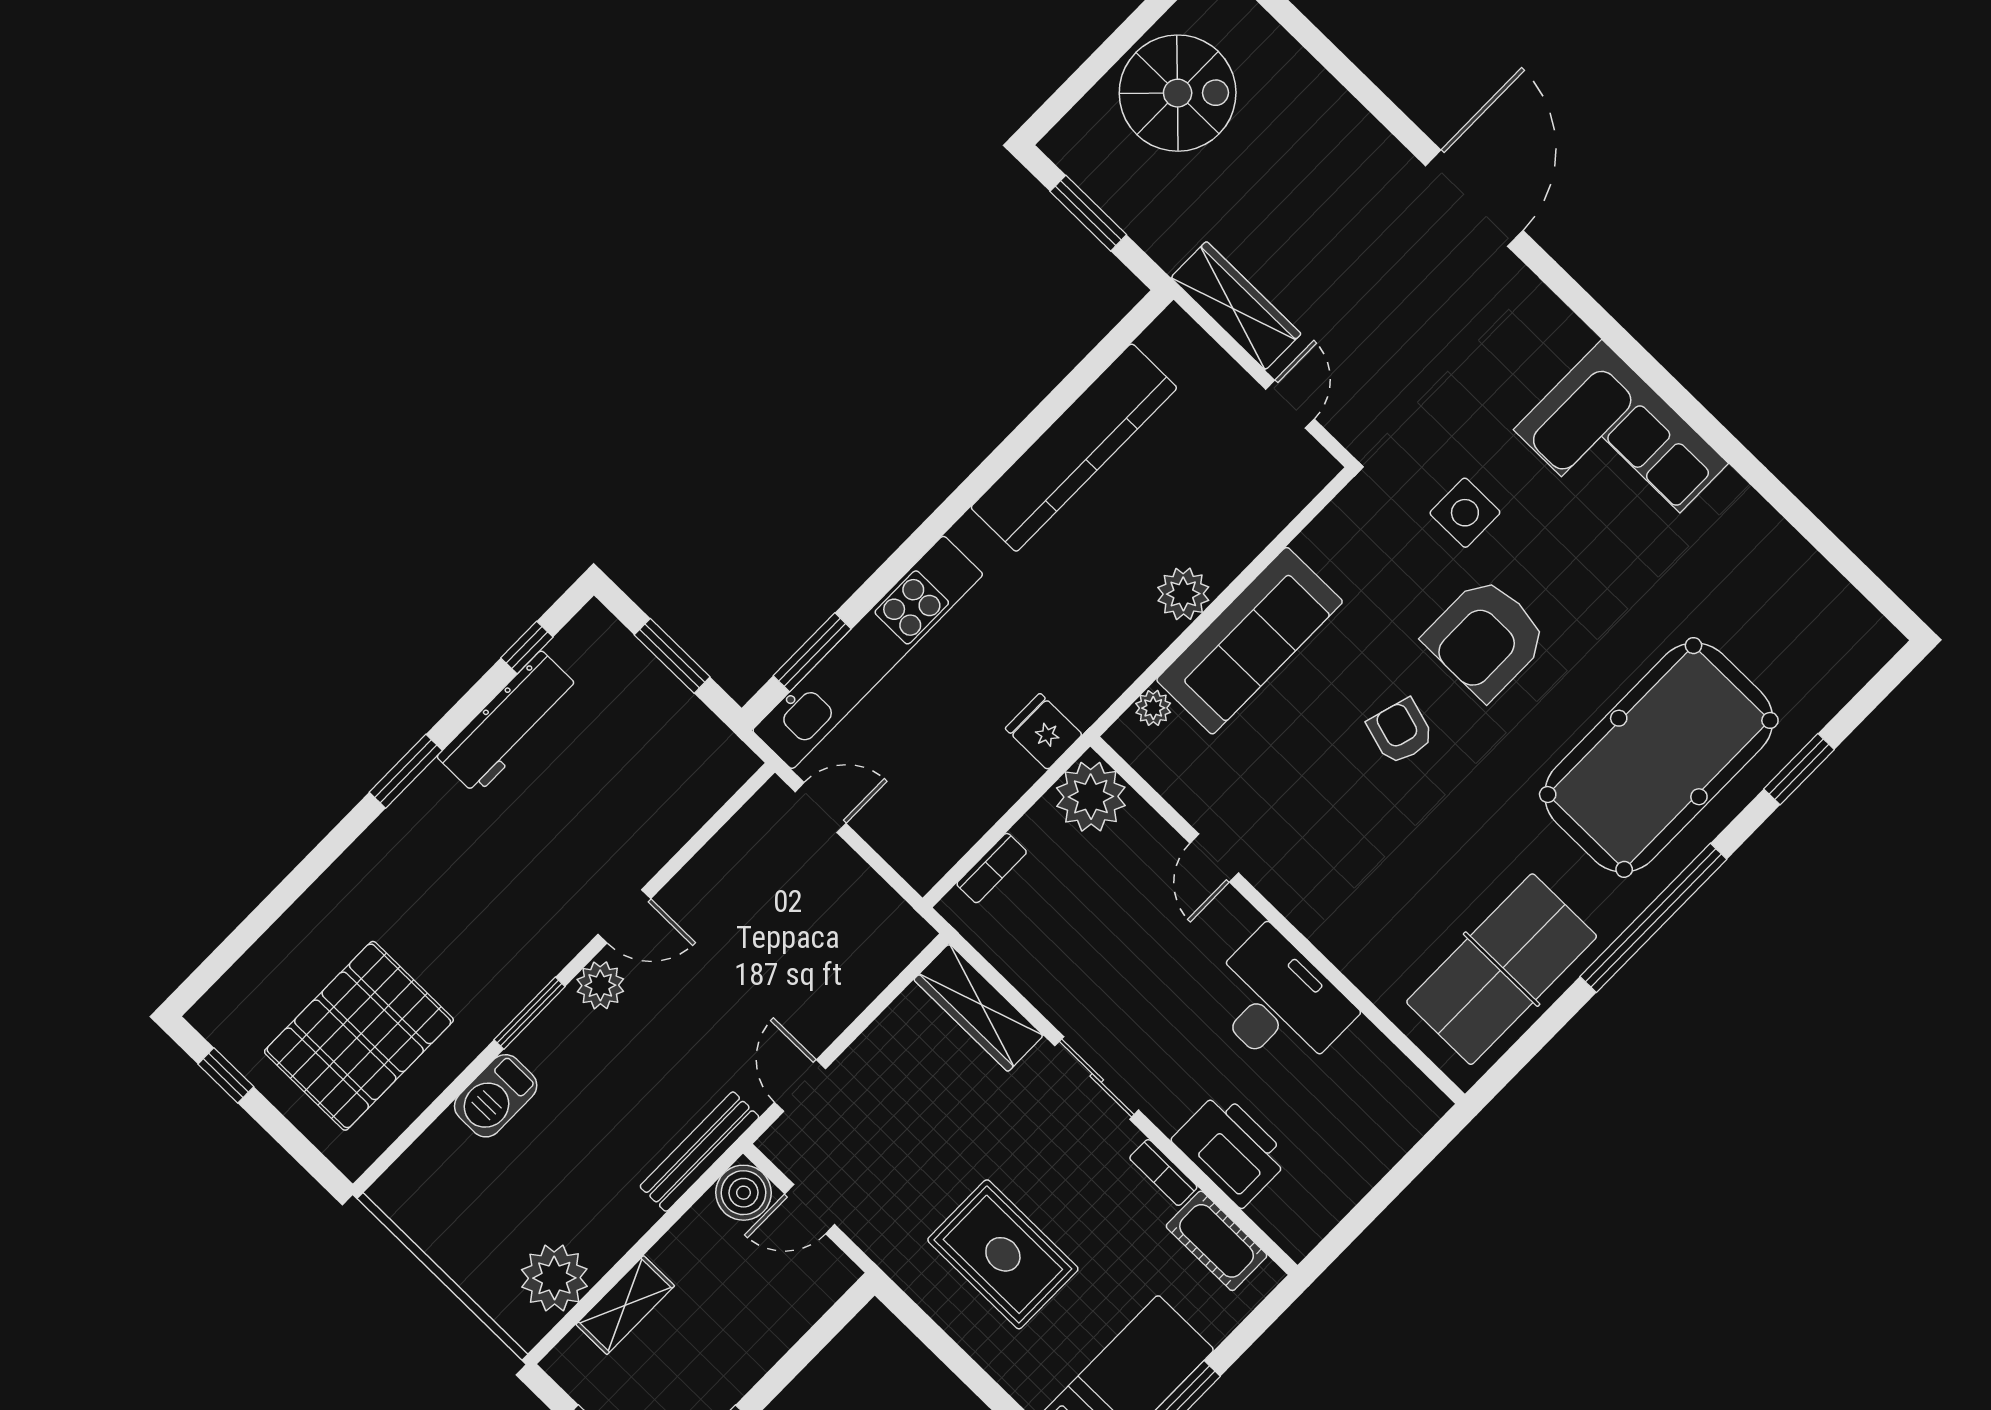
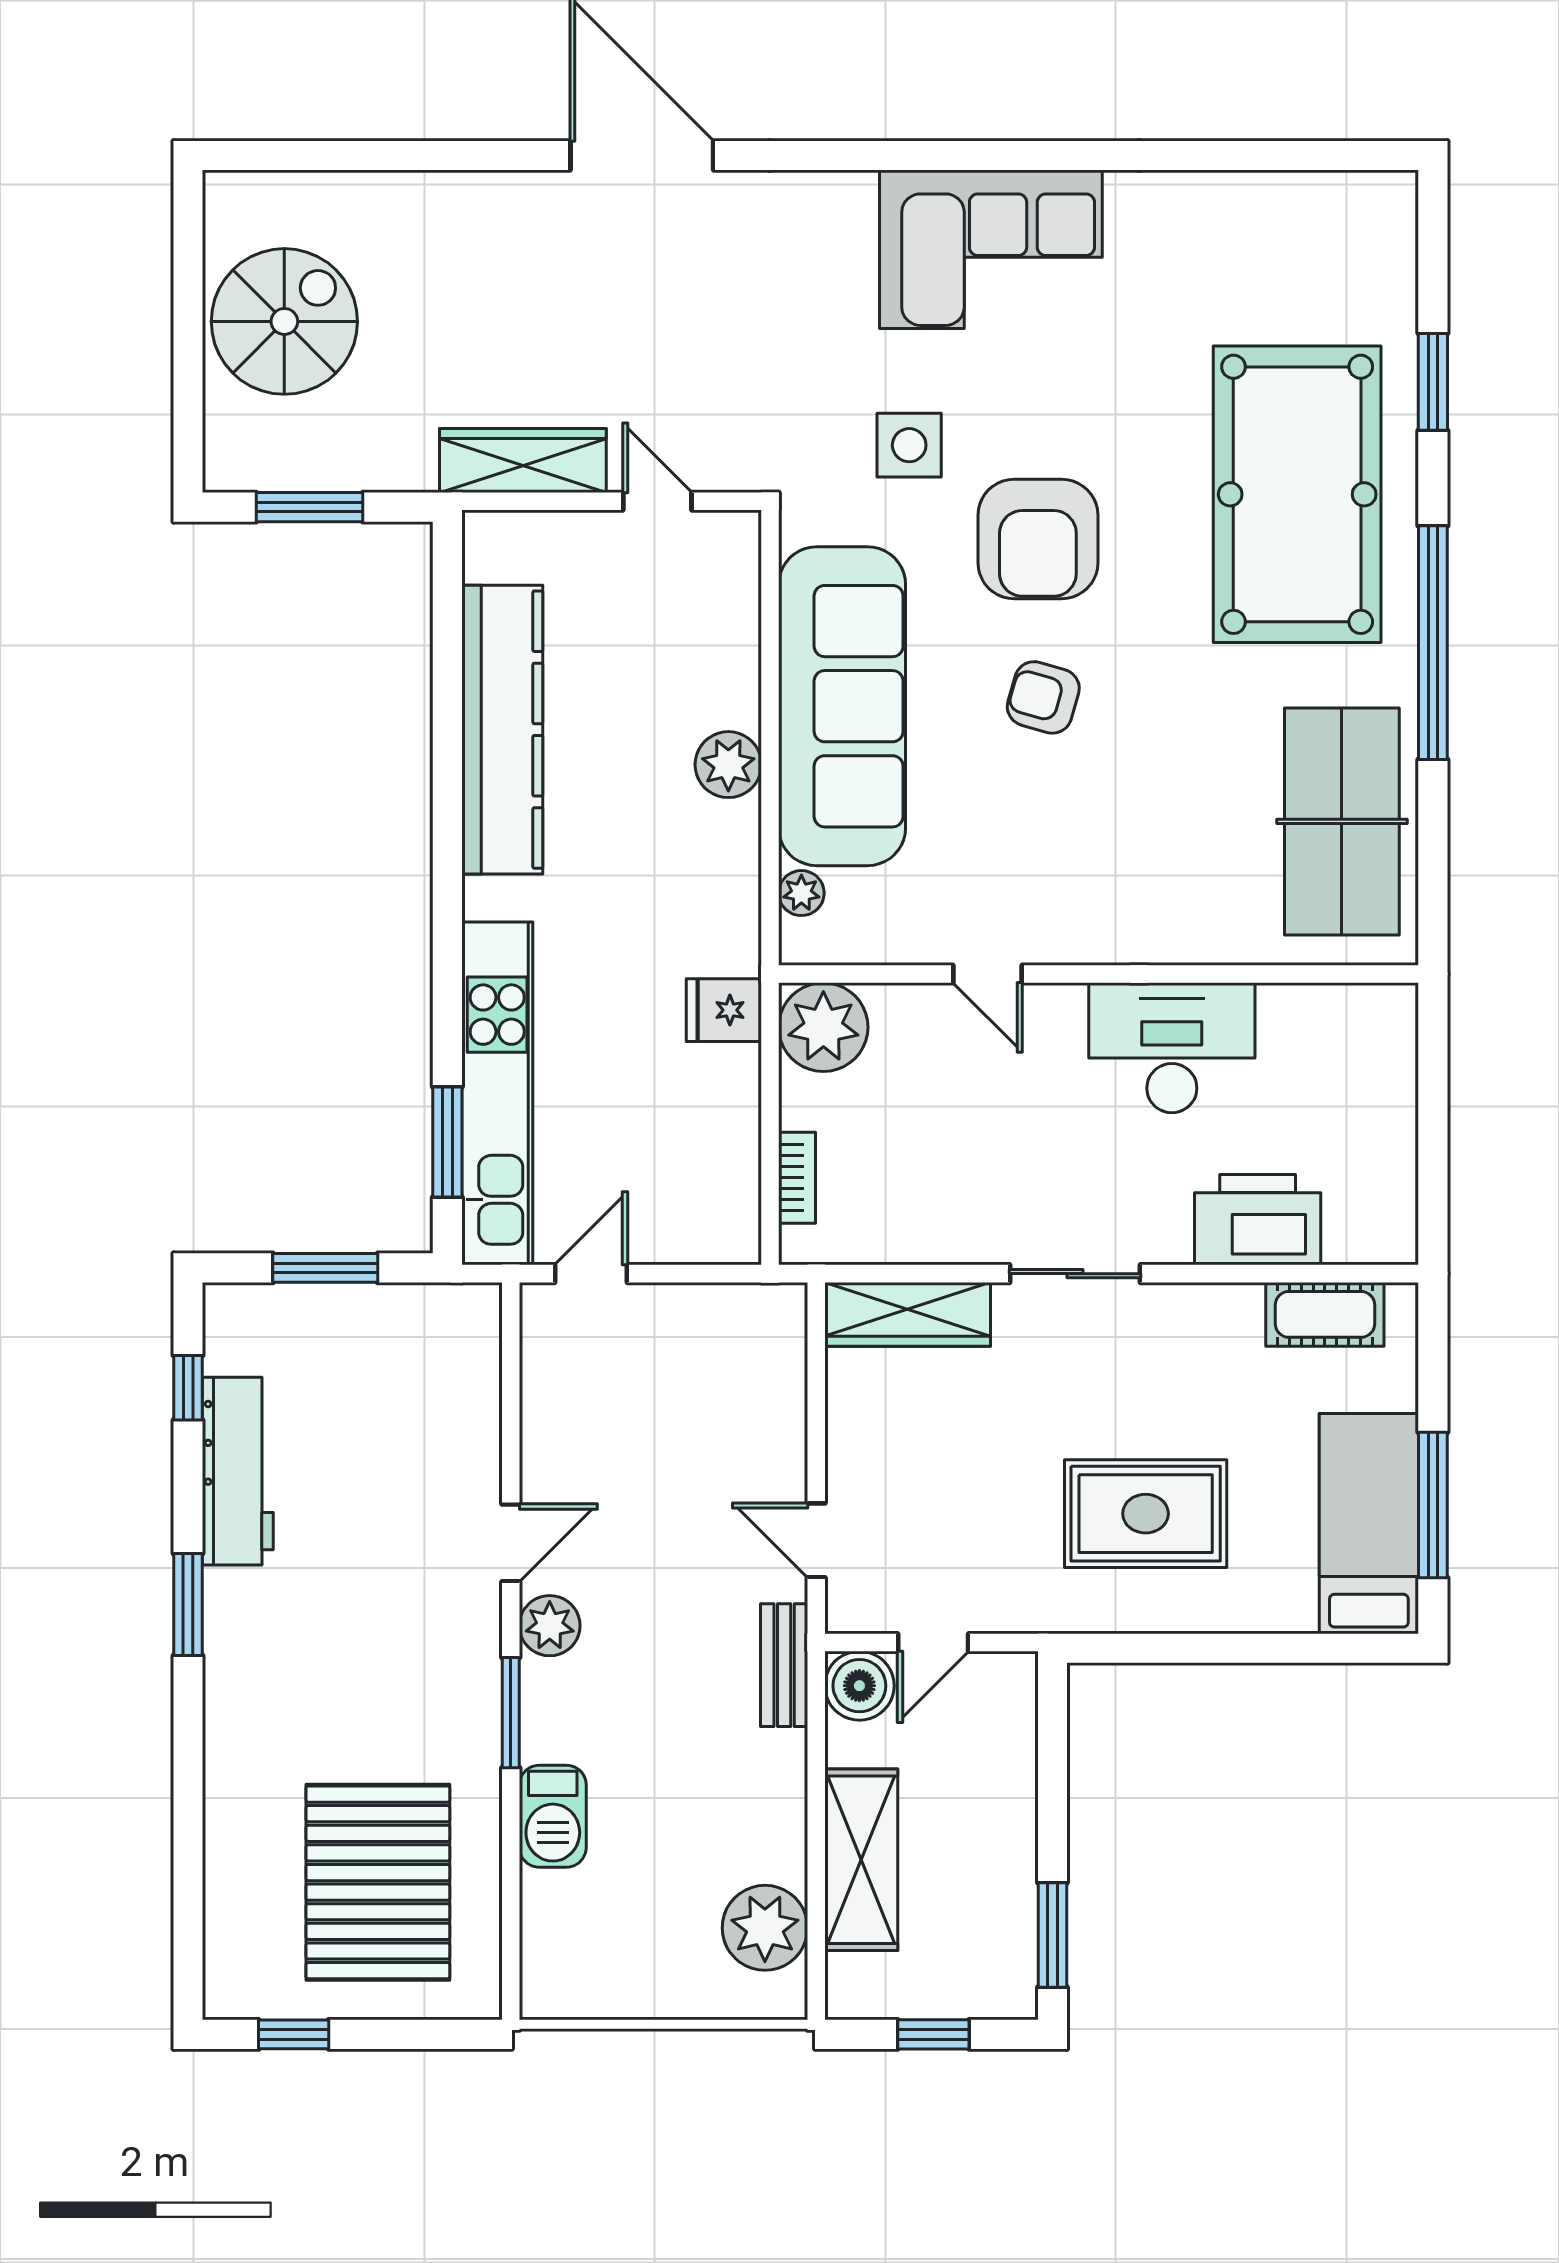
sofa: (1250, 641) -> (842, 706), width x1.36, depth x1.27
bench: (699, 1152) -> (784, 1665), width x0.73
bookcase: (1163, 1173) -> (1217, 1300), removed
shelving: (625, 1305) -> (861, 1860), width x1.50, depth x1.33

